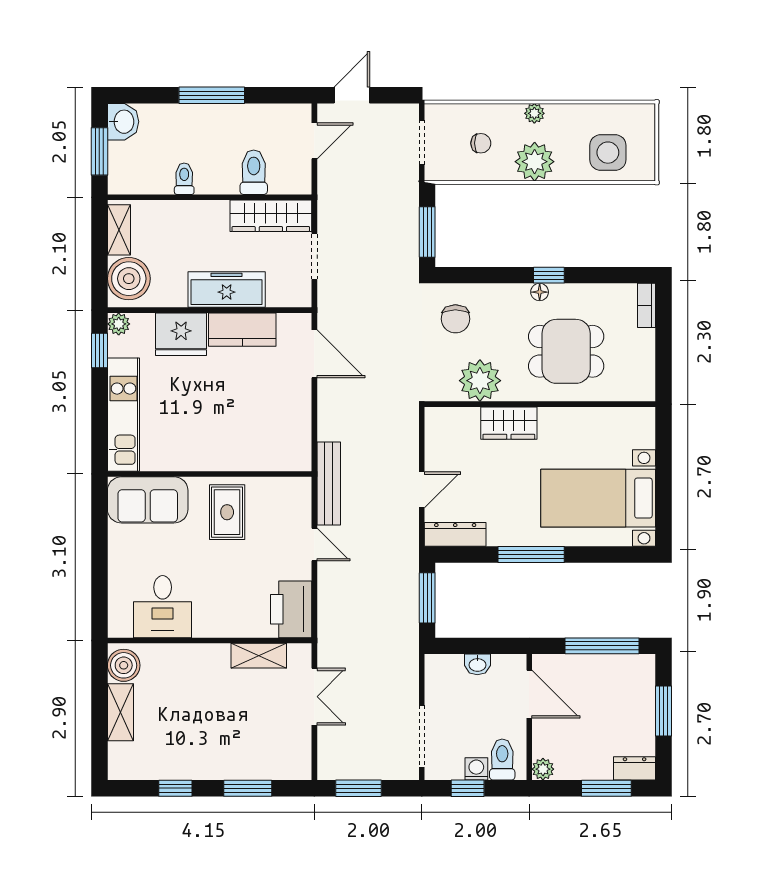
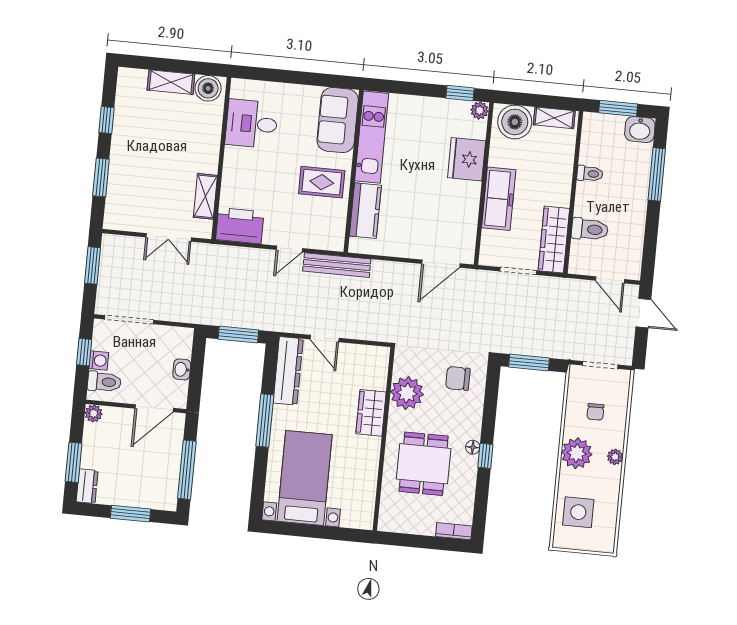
window: (212, 95) -> (657, 174), moved
kitchen counter: (242, 330) -> (365, 211), moved, turned 180
kitchen unit: (123, 415) -> (372, 137), moved, turned -90
dresser: (455, 534) -> (288, 371), width x1.37, depth x1.24

